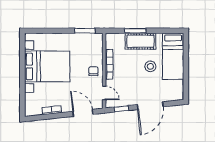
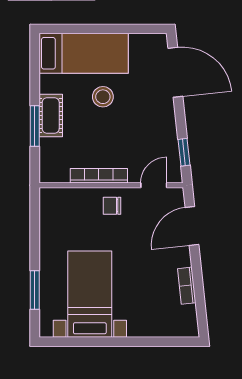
window: (85, 31) -> (35, 290), moved
cot: (141, 41) -> (51, 115), width x0.73, depth x0.75
bed with nightstands: (47, 66) -> (90, 294), width x0.73
door: (150, 106) -> (175, 72), moved

